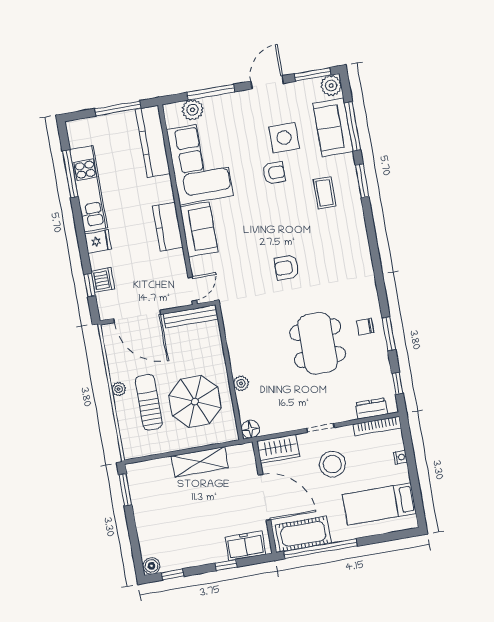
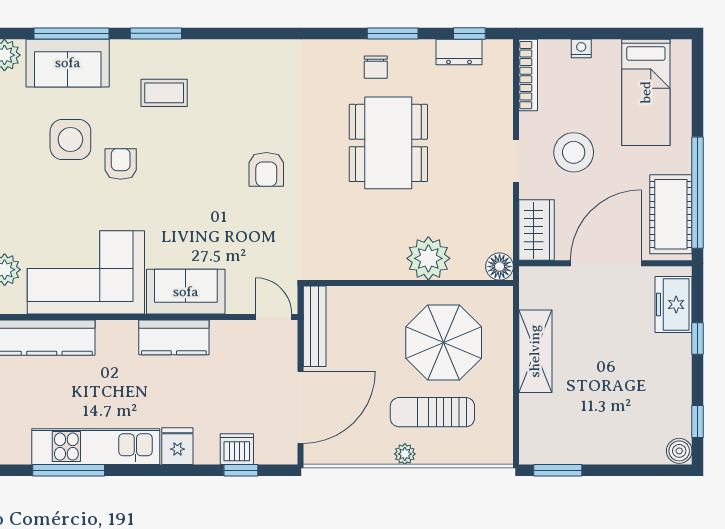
dining table: (318, 343) -> (388, 143), turned 90
plant: (241, 383) -> (428, 258), width x1.88, depth x1.88
dresser: (371, 409) -> (459, 52), moved, turned -90

